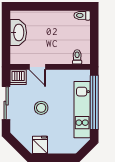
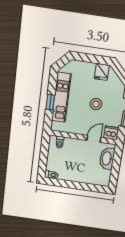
washbasin: (18, 33) -> (107, 158), moved
door: (37, 67) -> (94, 139), hinge flipped
window: (94, 102) -> (50, 102), width x0.32

